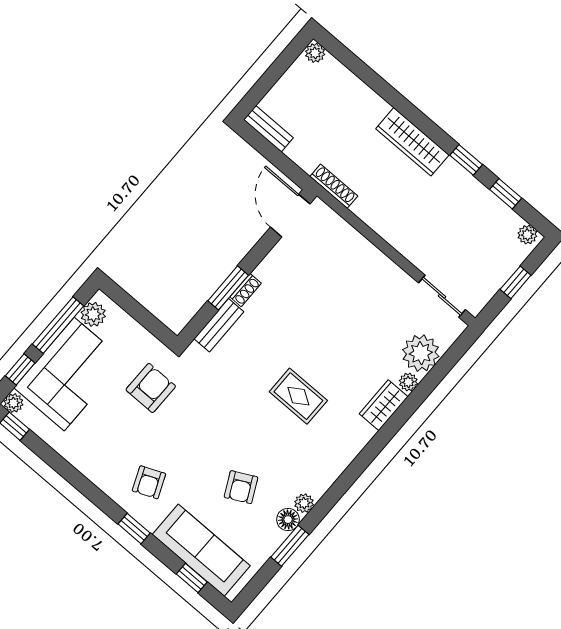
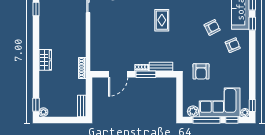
wardrobe: (412, 142) -> (45, 60), width x0.67
window: (466, 160) -> (36, 105), moved
door: (290, 216) -> (118, 74), moved
armchair: (151, 388) -> (201, 71), turned -90
armchair: (241, 487) -> (212, 27), moved
window: (134, 529) -> (252, 24), moved

